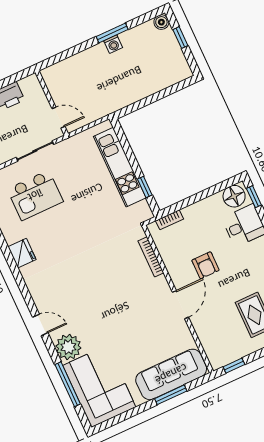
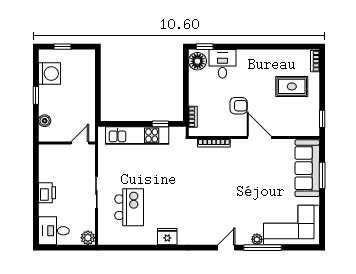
boiler: (161, 22) -> (45, 121), moved
window: (112, 33) -> (36, 95), width x0.67
washing machine: (113, 44) -> (50, 74), moved, width x1.89, depth x1.89
wall: (52, 103) -> (67, 143), moved
door: (58, 118) -> (80, 143), moved
plant: (68, 347) -> (257, 239), width x0.53, depth x0.53
window: (68, 384) -> (263, 248), moved

